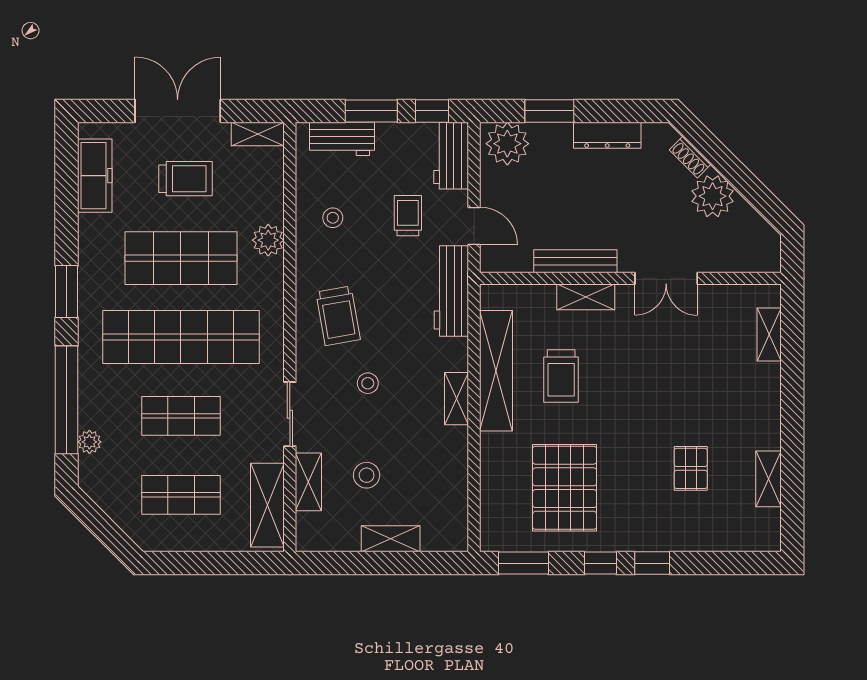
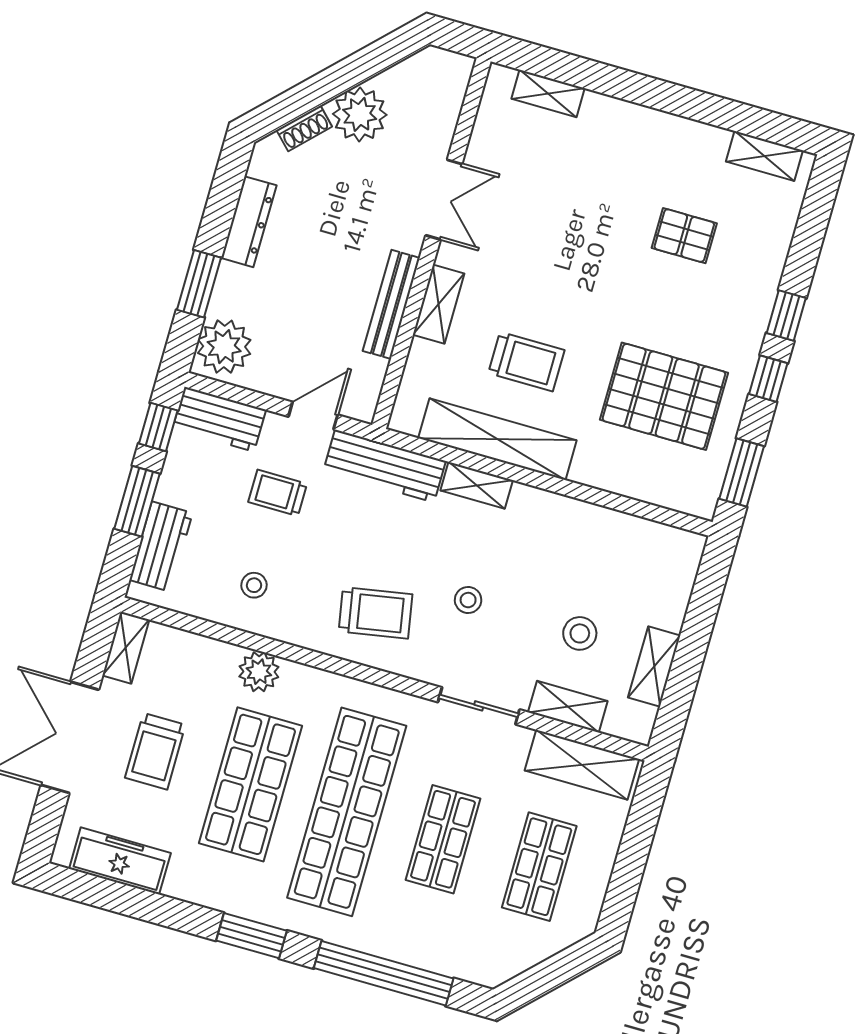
trolley: (186, 179) -> (155, 751), turned 180
shelving: (457, 399) -> (477, 485), moved
plant: (89, 442) -> (443, 960), removed
shelving: (768, 479) -> (764, 156), moved
shelving: (391, 539) -> (654, 666), moved

